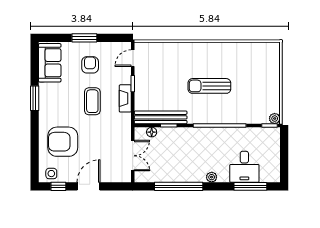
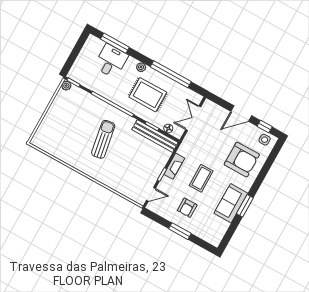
sofa: (50, 63) -> (231, 203), moved
sun lounger: (209, 86) -> (103, 139), turned -100
rug: (190, 154) -> (148, 95), added

